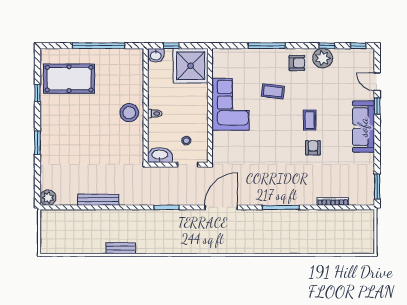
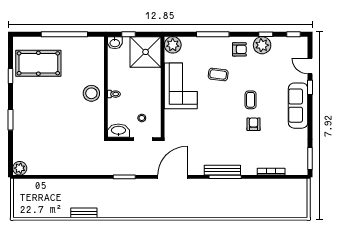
plant: (221, 58) -> (173, 45), added
bench: (98, 200) -> (222, 170), moved

